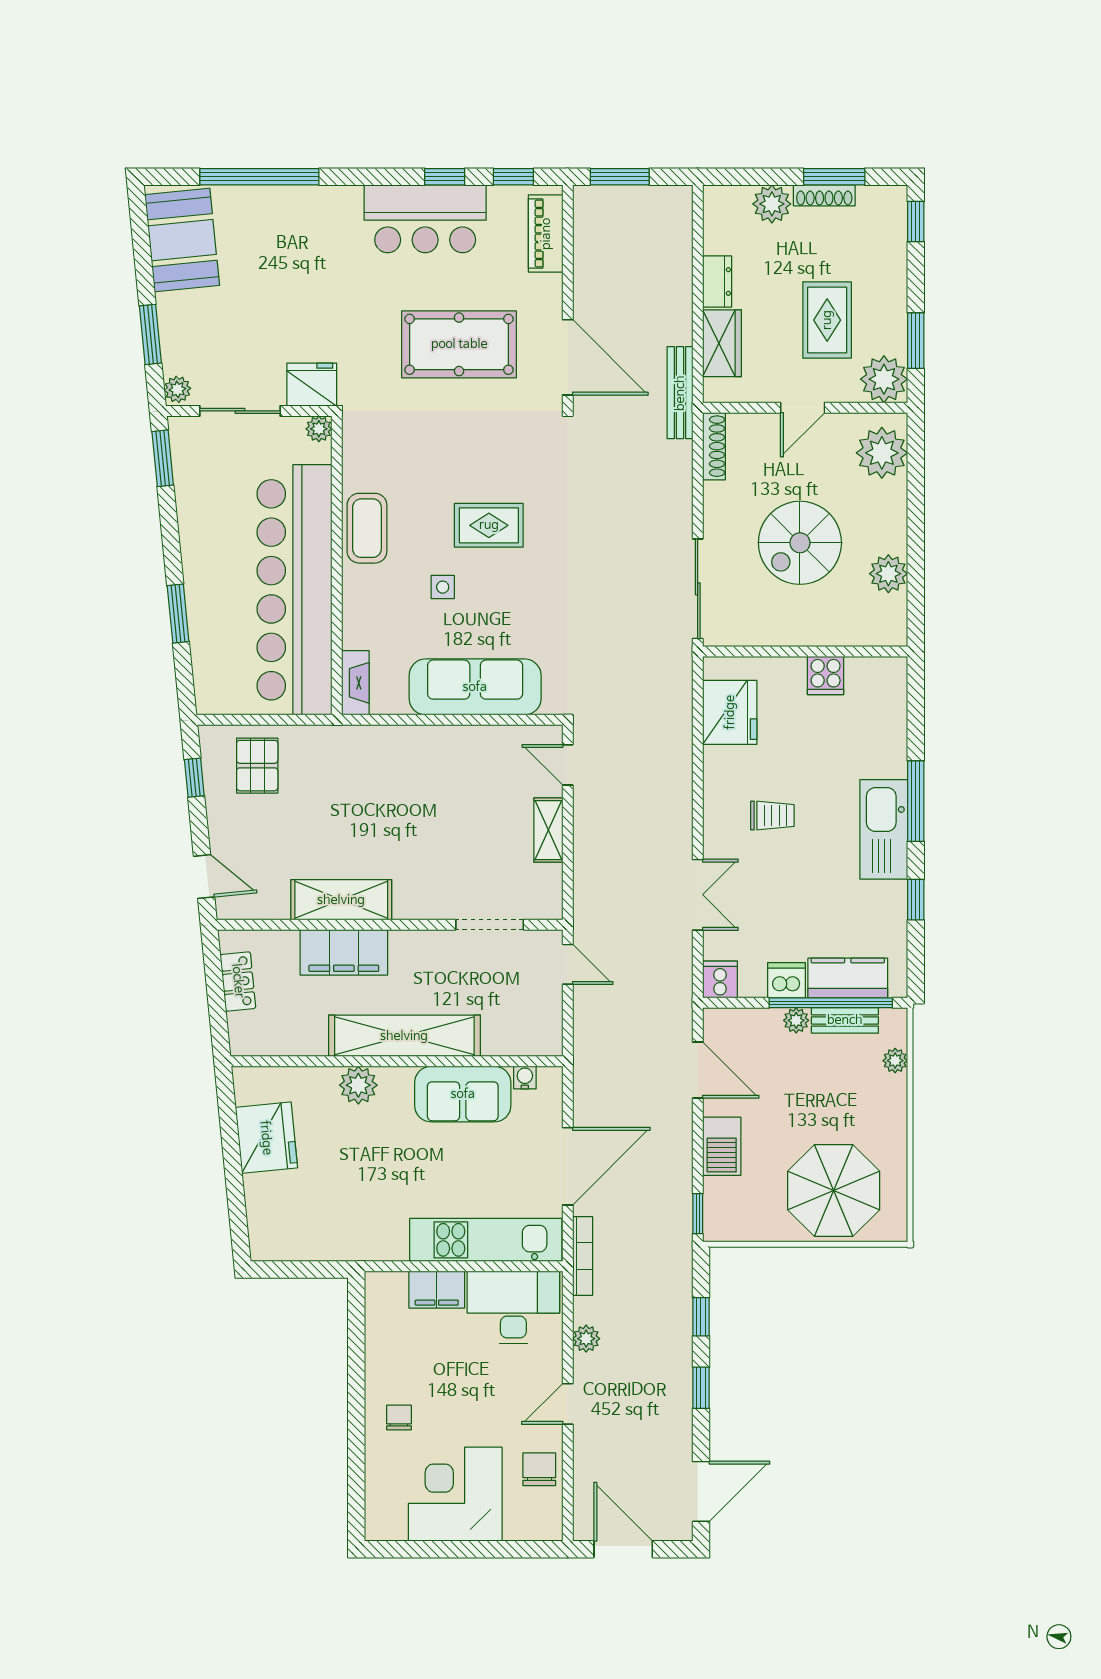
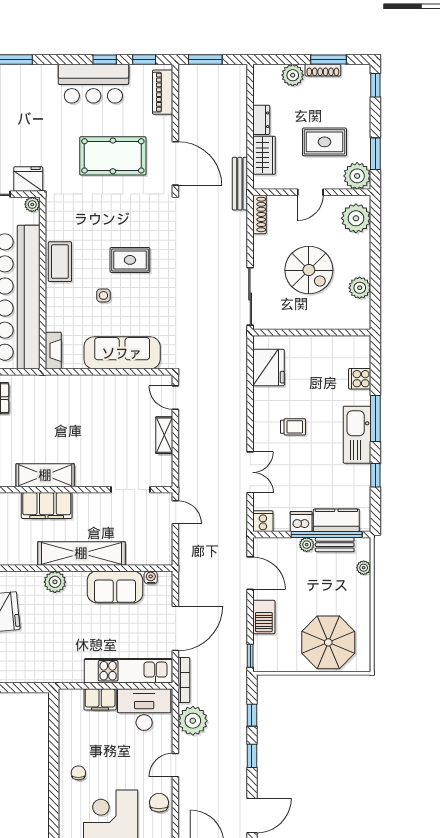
rug: (827, 320) -> (324, 142), turned 90
spiral stairs: (800, 543) -> (309, 270), turned -90
cooker: (826, 676) -> (360, 379), moved, turned 90
plant: (586, 1339) -> (193, 721), width x1.88, depth x1.88

